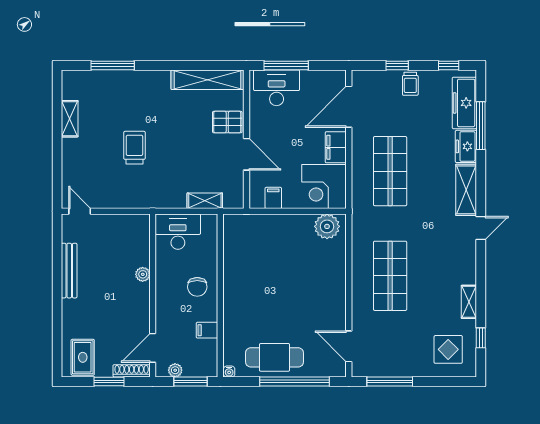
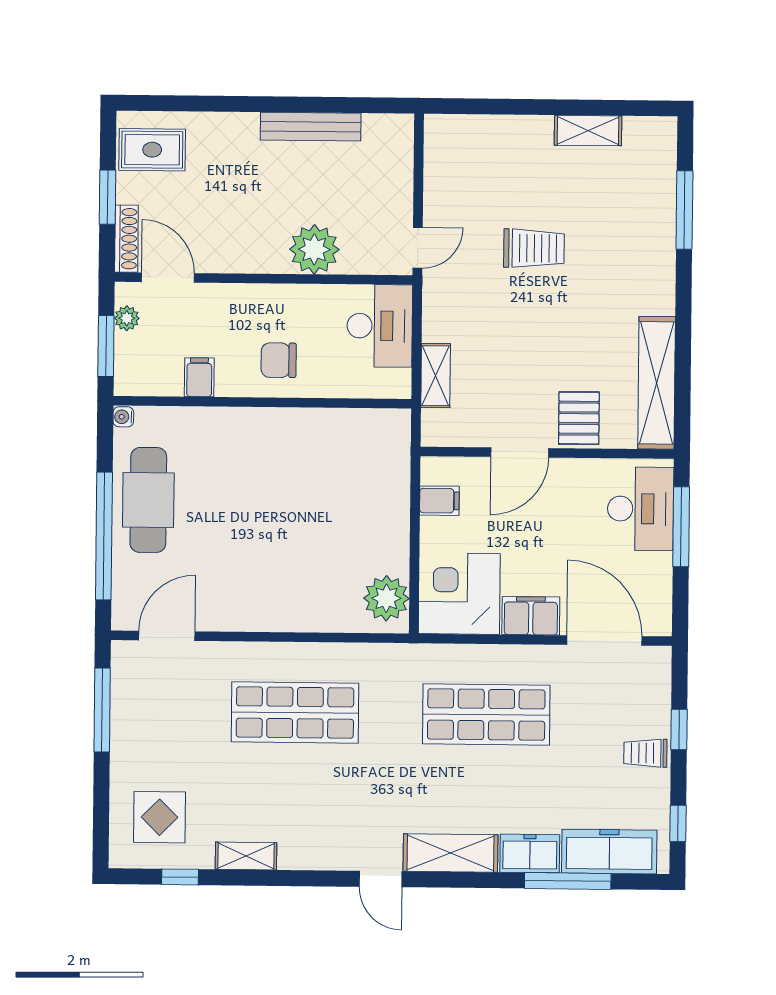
door: (80, 211) -> (418, 248), moved
plant: (143, 274) -> (314, 249), width x1.88, depth x1.88

